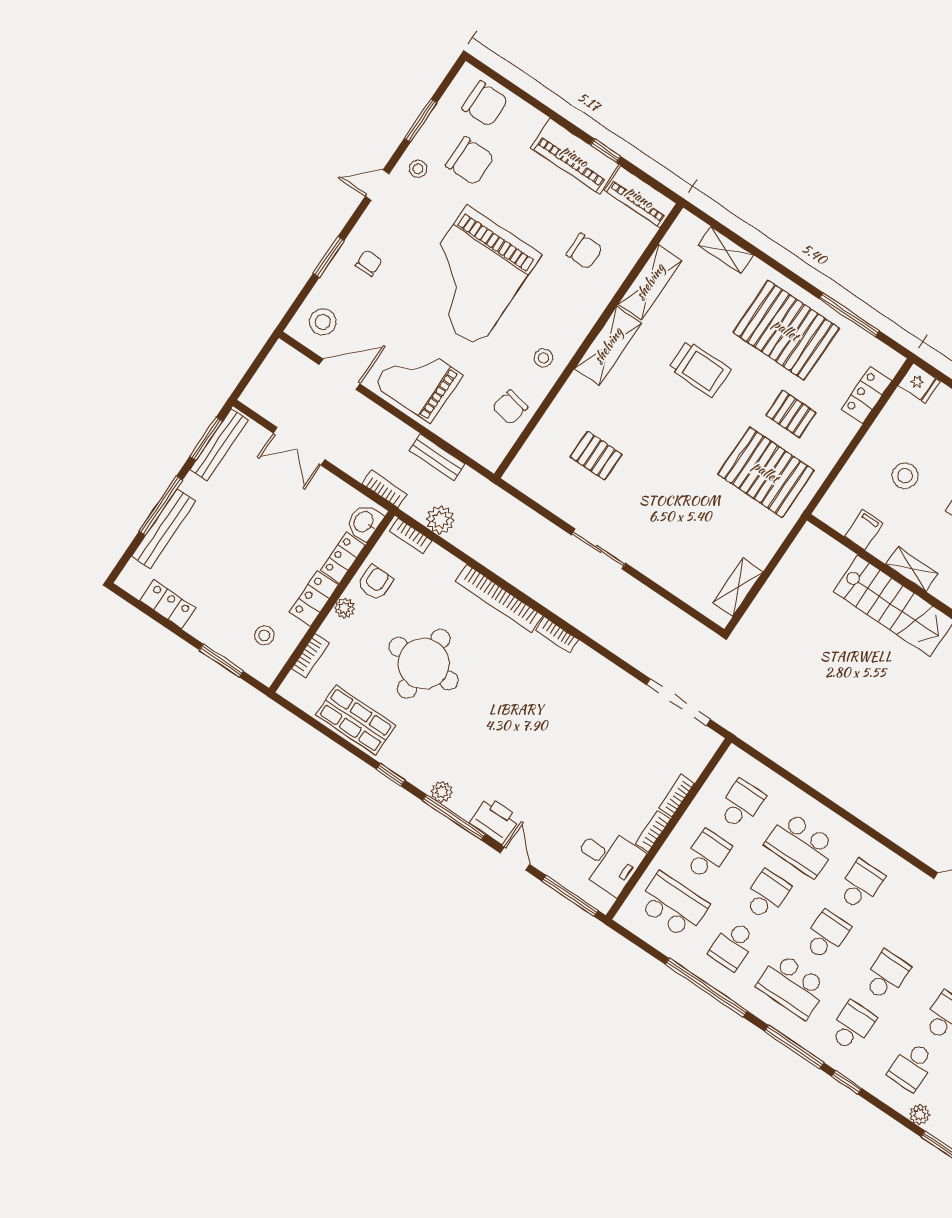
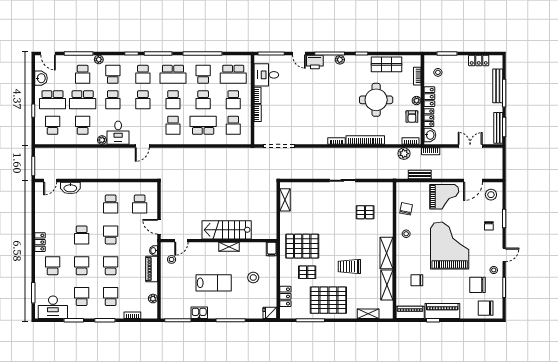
filing cabinet: (864, 530) -> (272, 249), moved
school desk: (792, 986) -> (173, 74), turned 180

